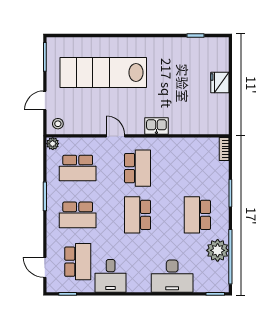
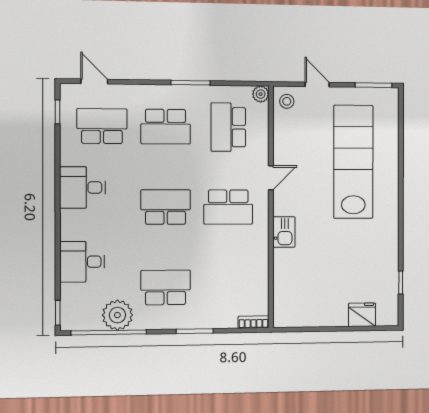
fridge: (220, 82) -> (362, 315), moved
school desk: (78, 215) -> (166, 127), turned -90
school desk: (78, 262) -> (102, 126), turned 180
door: (45, 267) -> (94, 81), hinge flipped
desk: (111, 276) -> (83, 187), moved
desk: (172, 276) -> (82, 262), width x0.73

